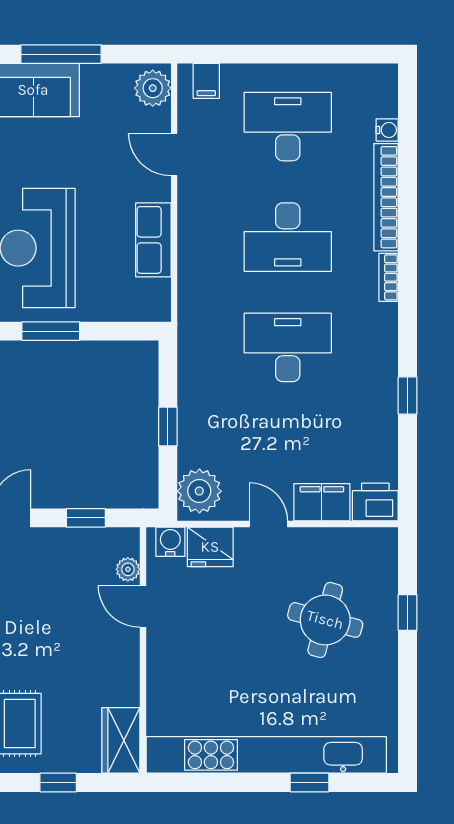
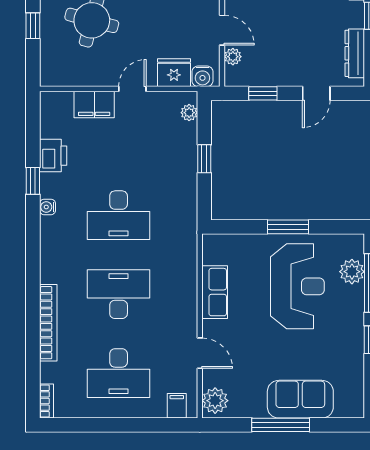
water cooler: (387, 130) -> (47, 207), moved
bookcase: (389, 277) -> (46, 401), moved
plant: (199, 491) -> (189, 113), width x0.53, depth x0.53
printer: (375, 502) -> (53, 156), moved, turned -90
door: (268, 524) -> (132, 89), swing flipped

